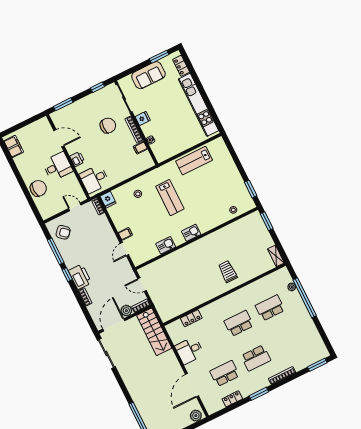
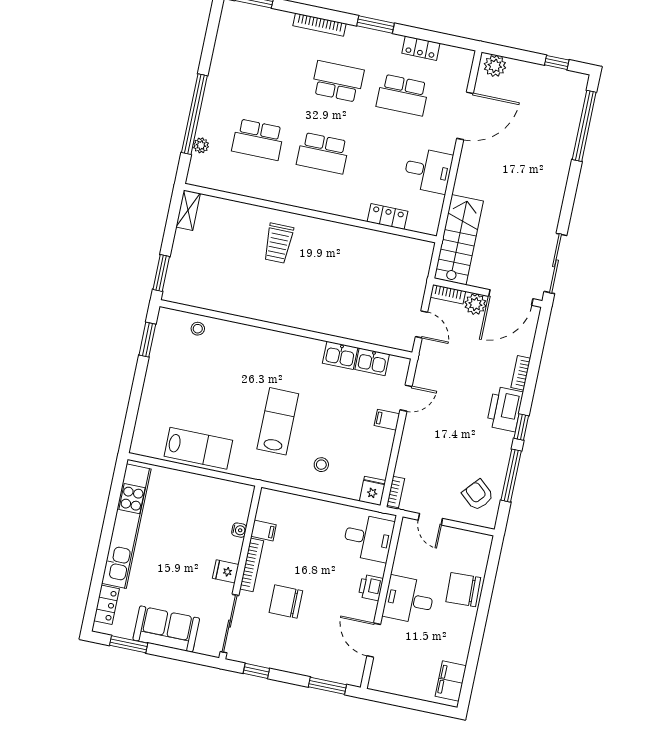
kitchen sink: (191, 233) -> (372, 362), moved

